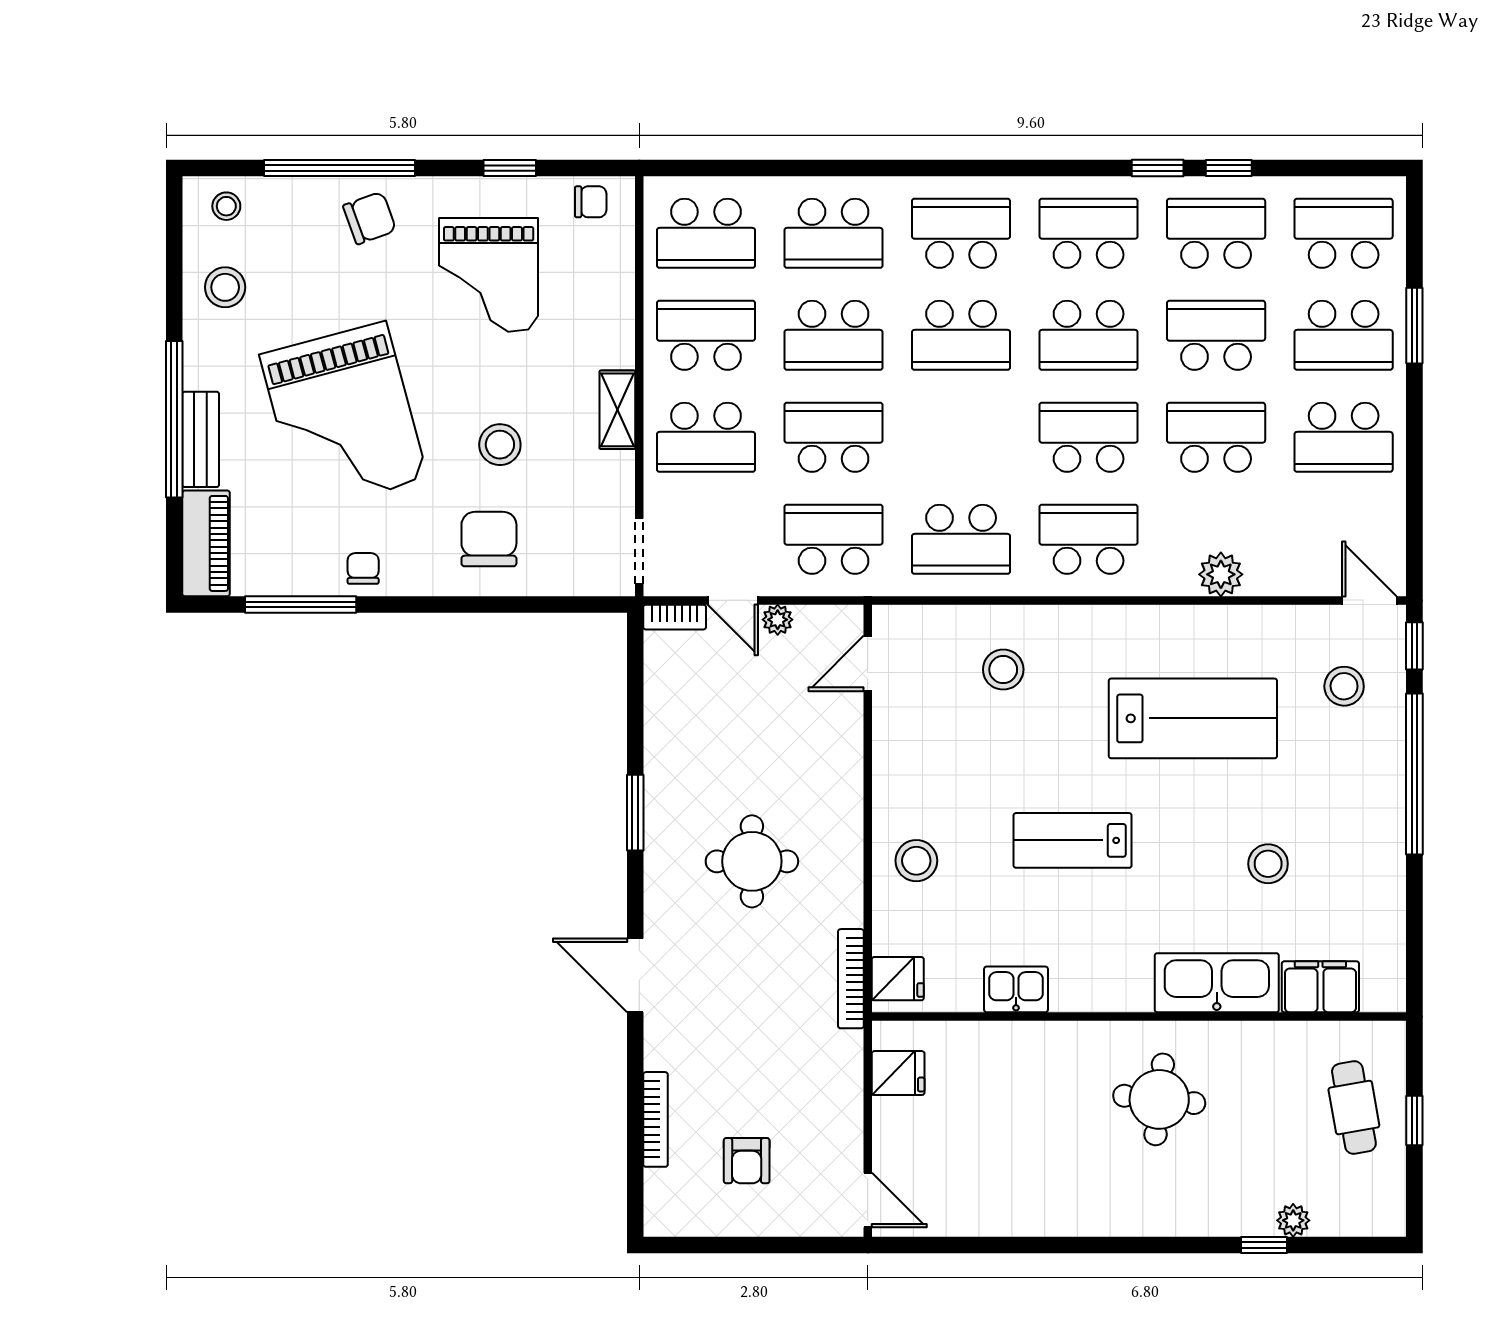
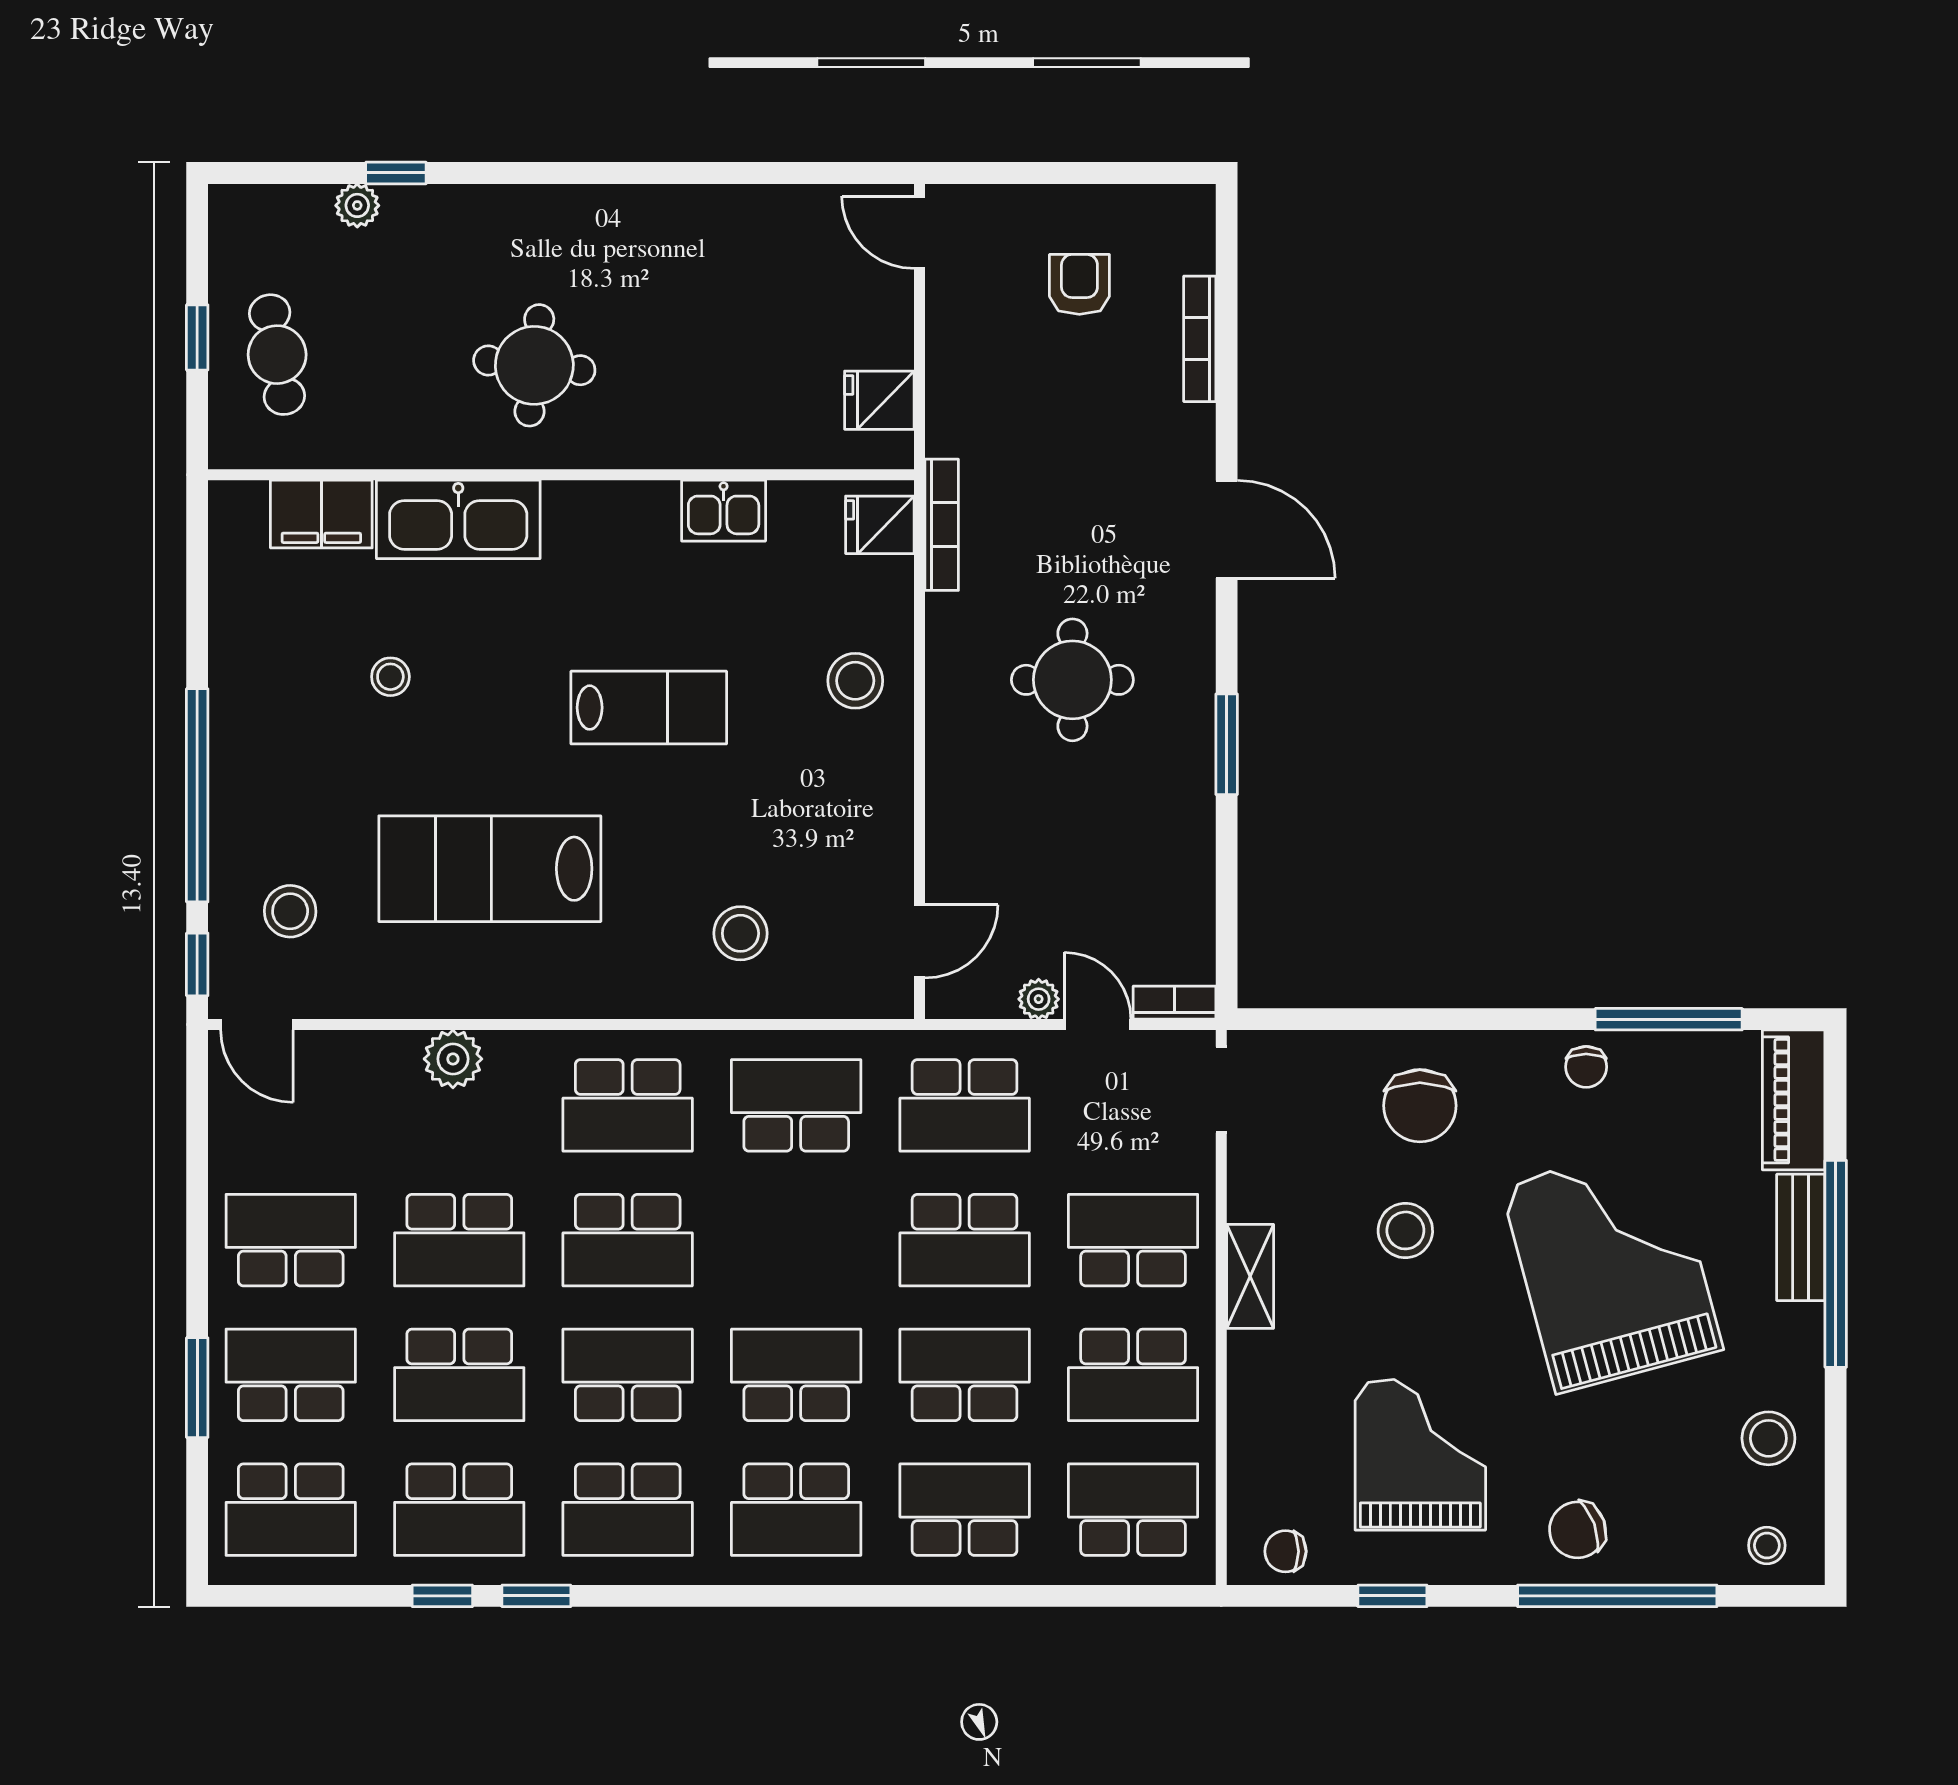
stool: (1268, 864) -> (390, 677), width x0.73, depth x0.73

